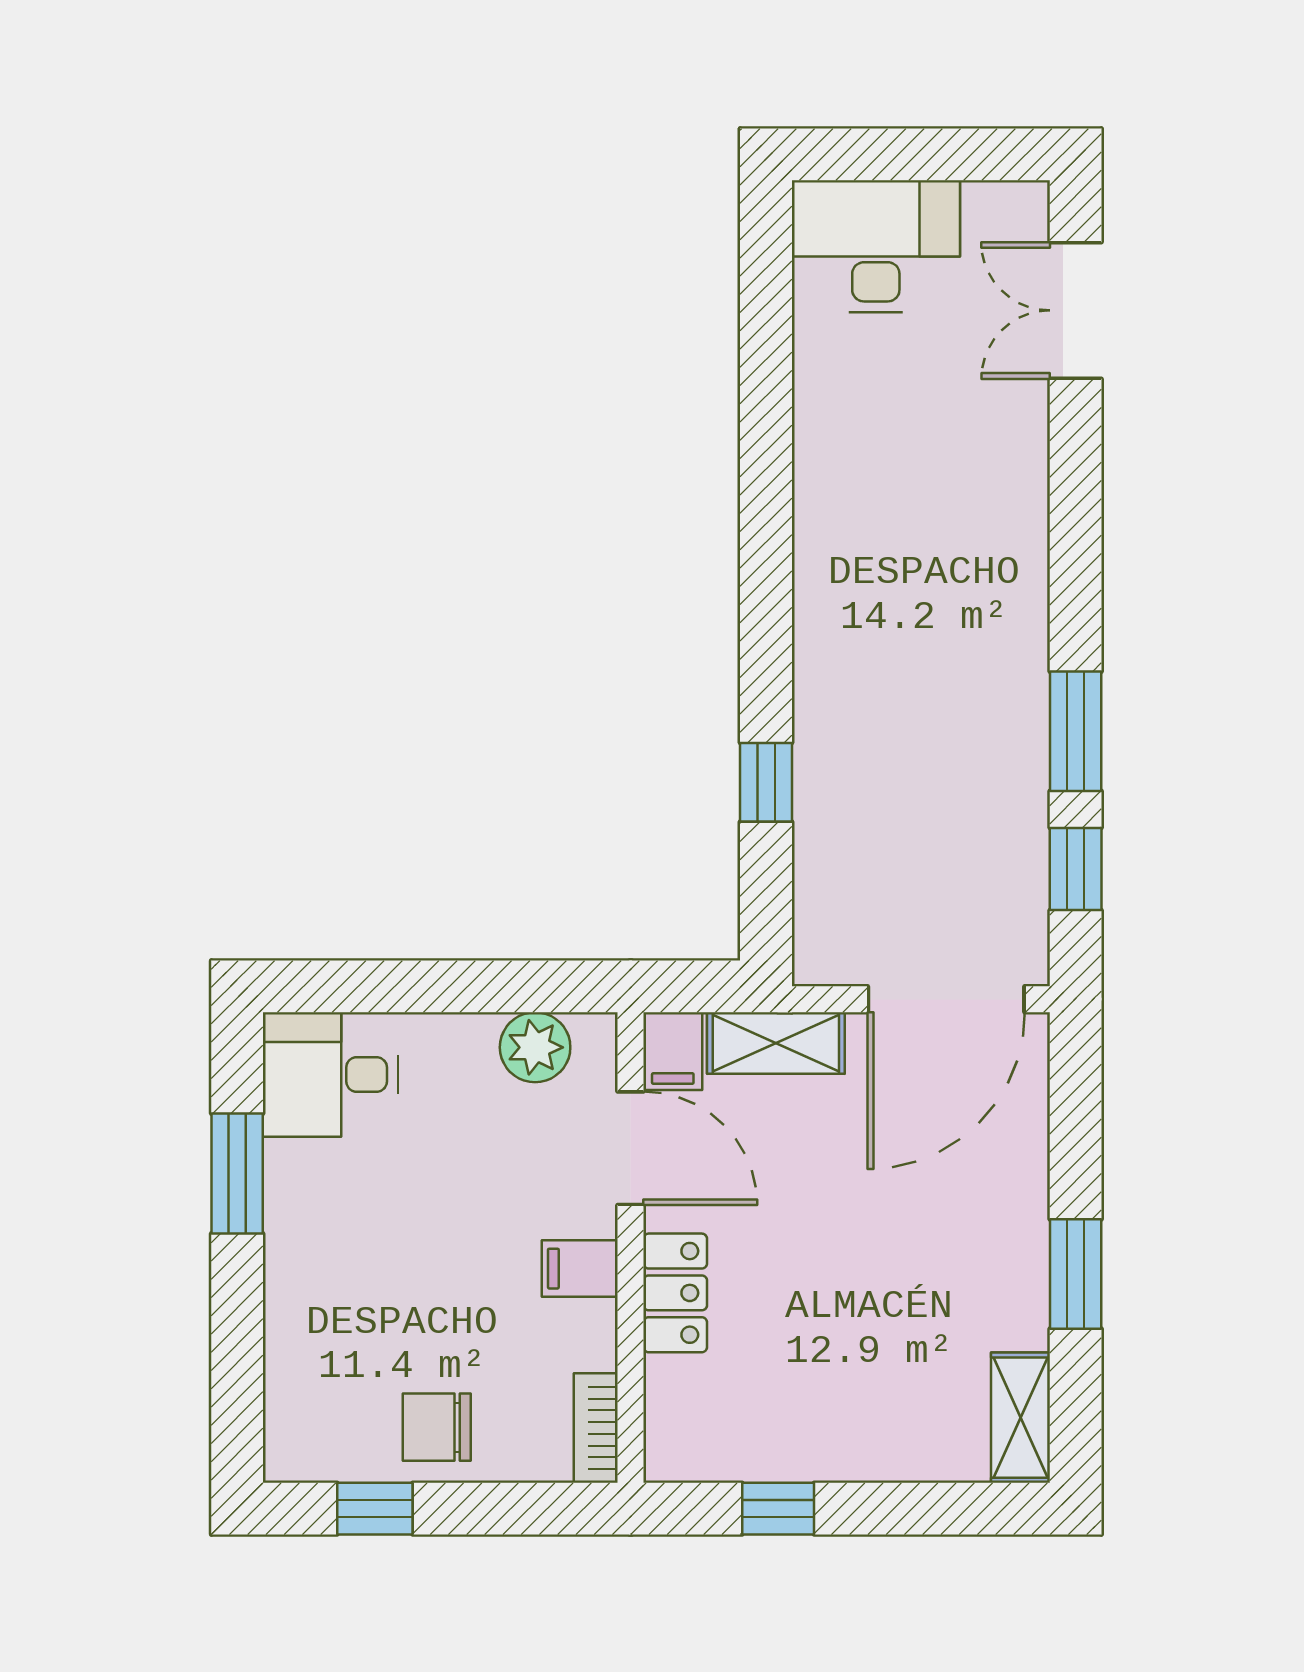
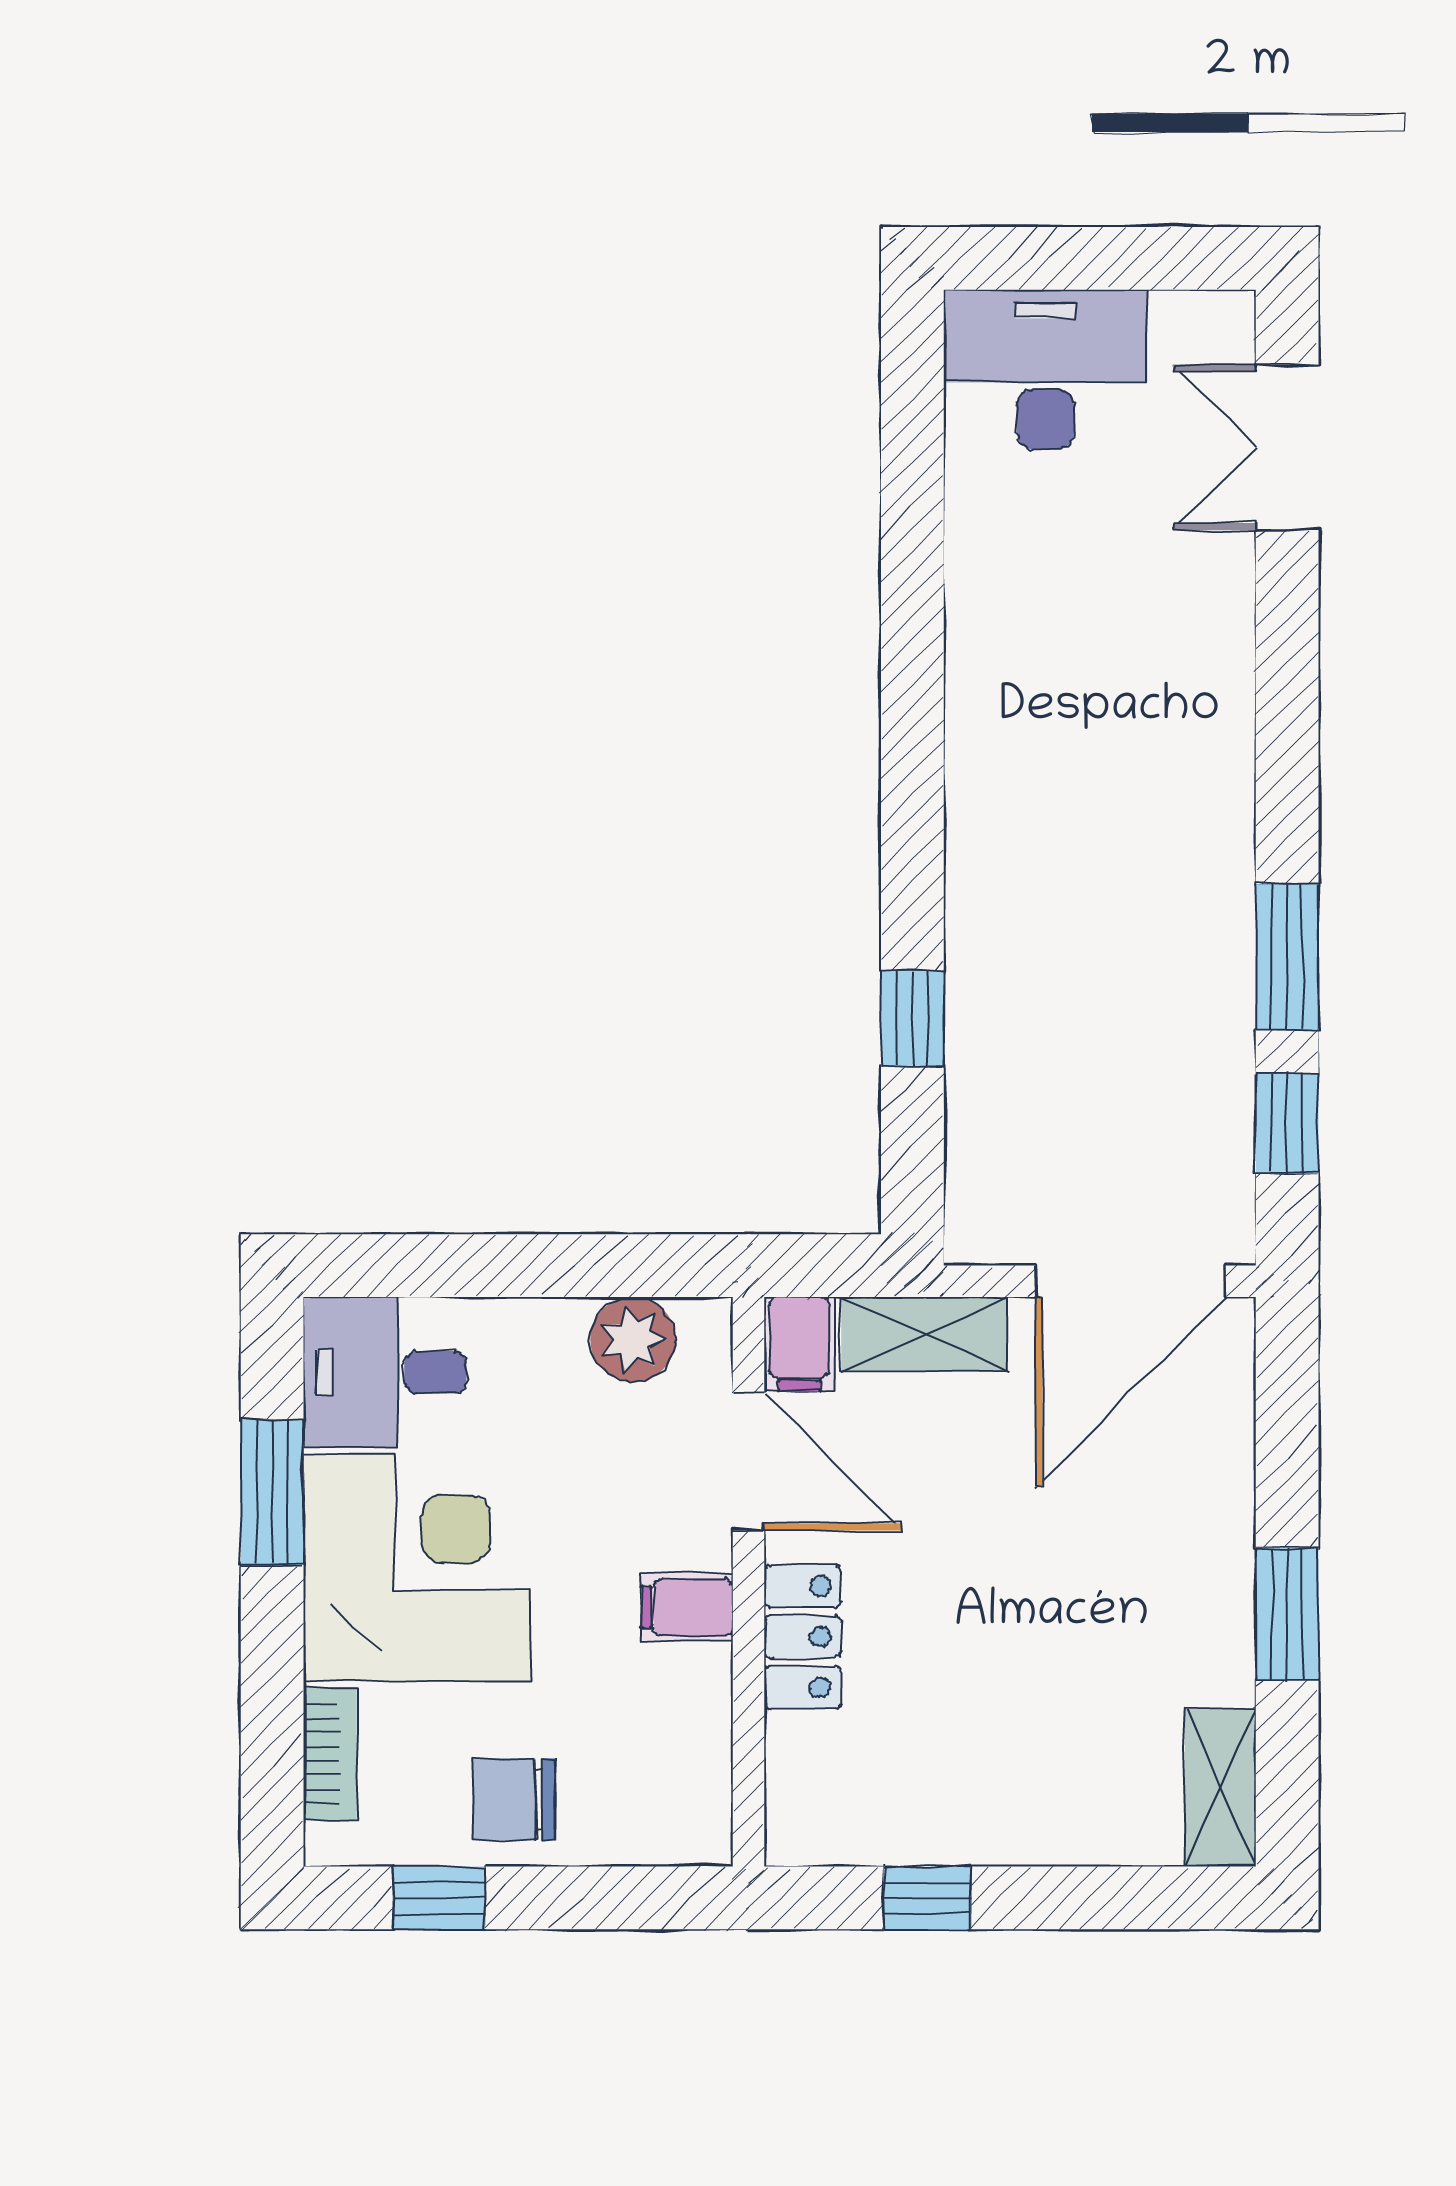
corner desk: (357, 1236) -> (417, 1568), added
bookcase: (596, 1428) -> (330, 1754), moved, turned 180

